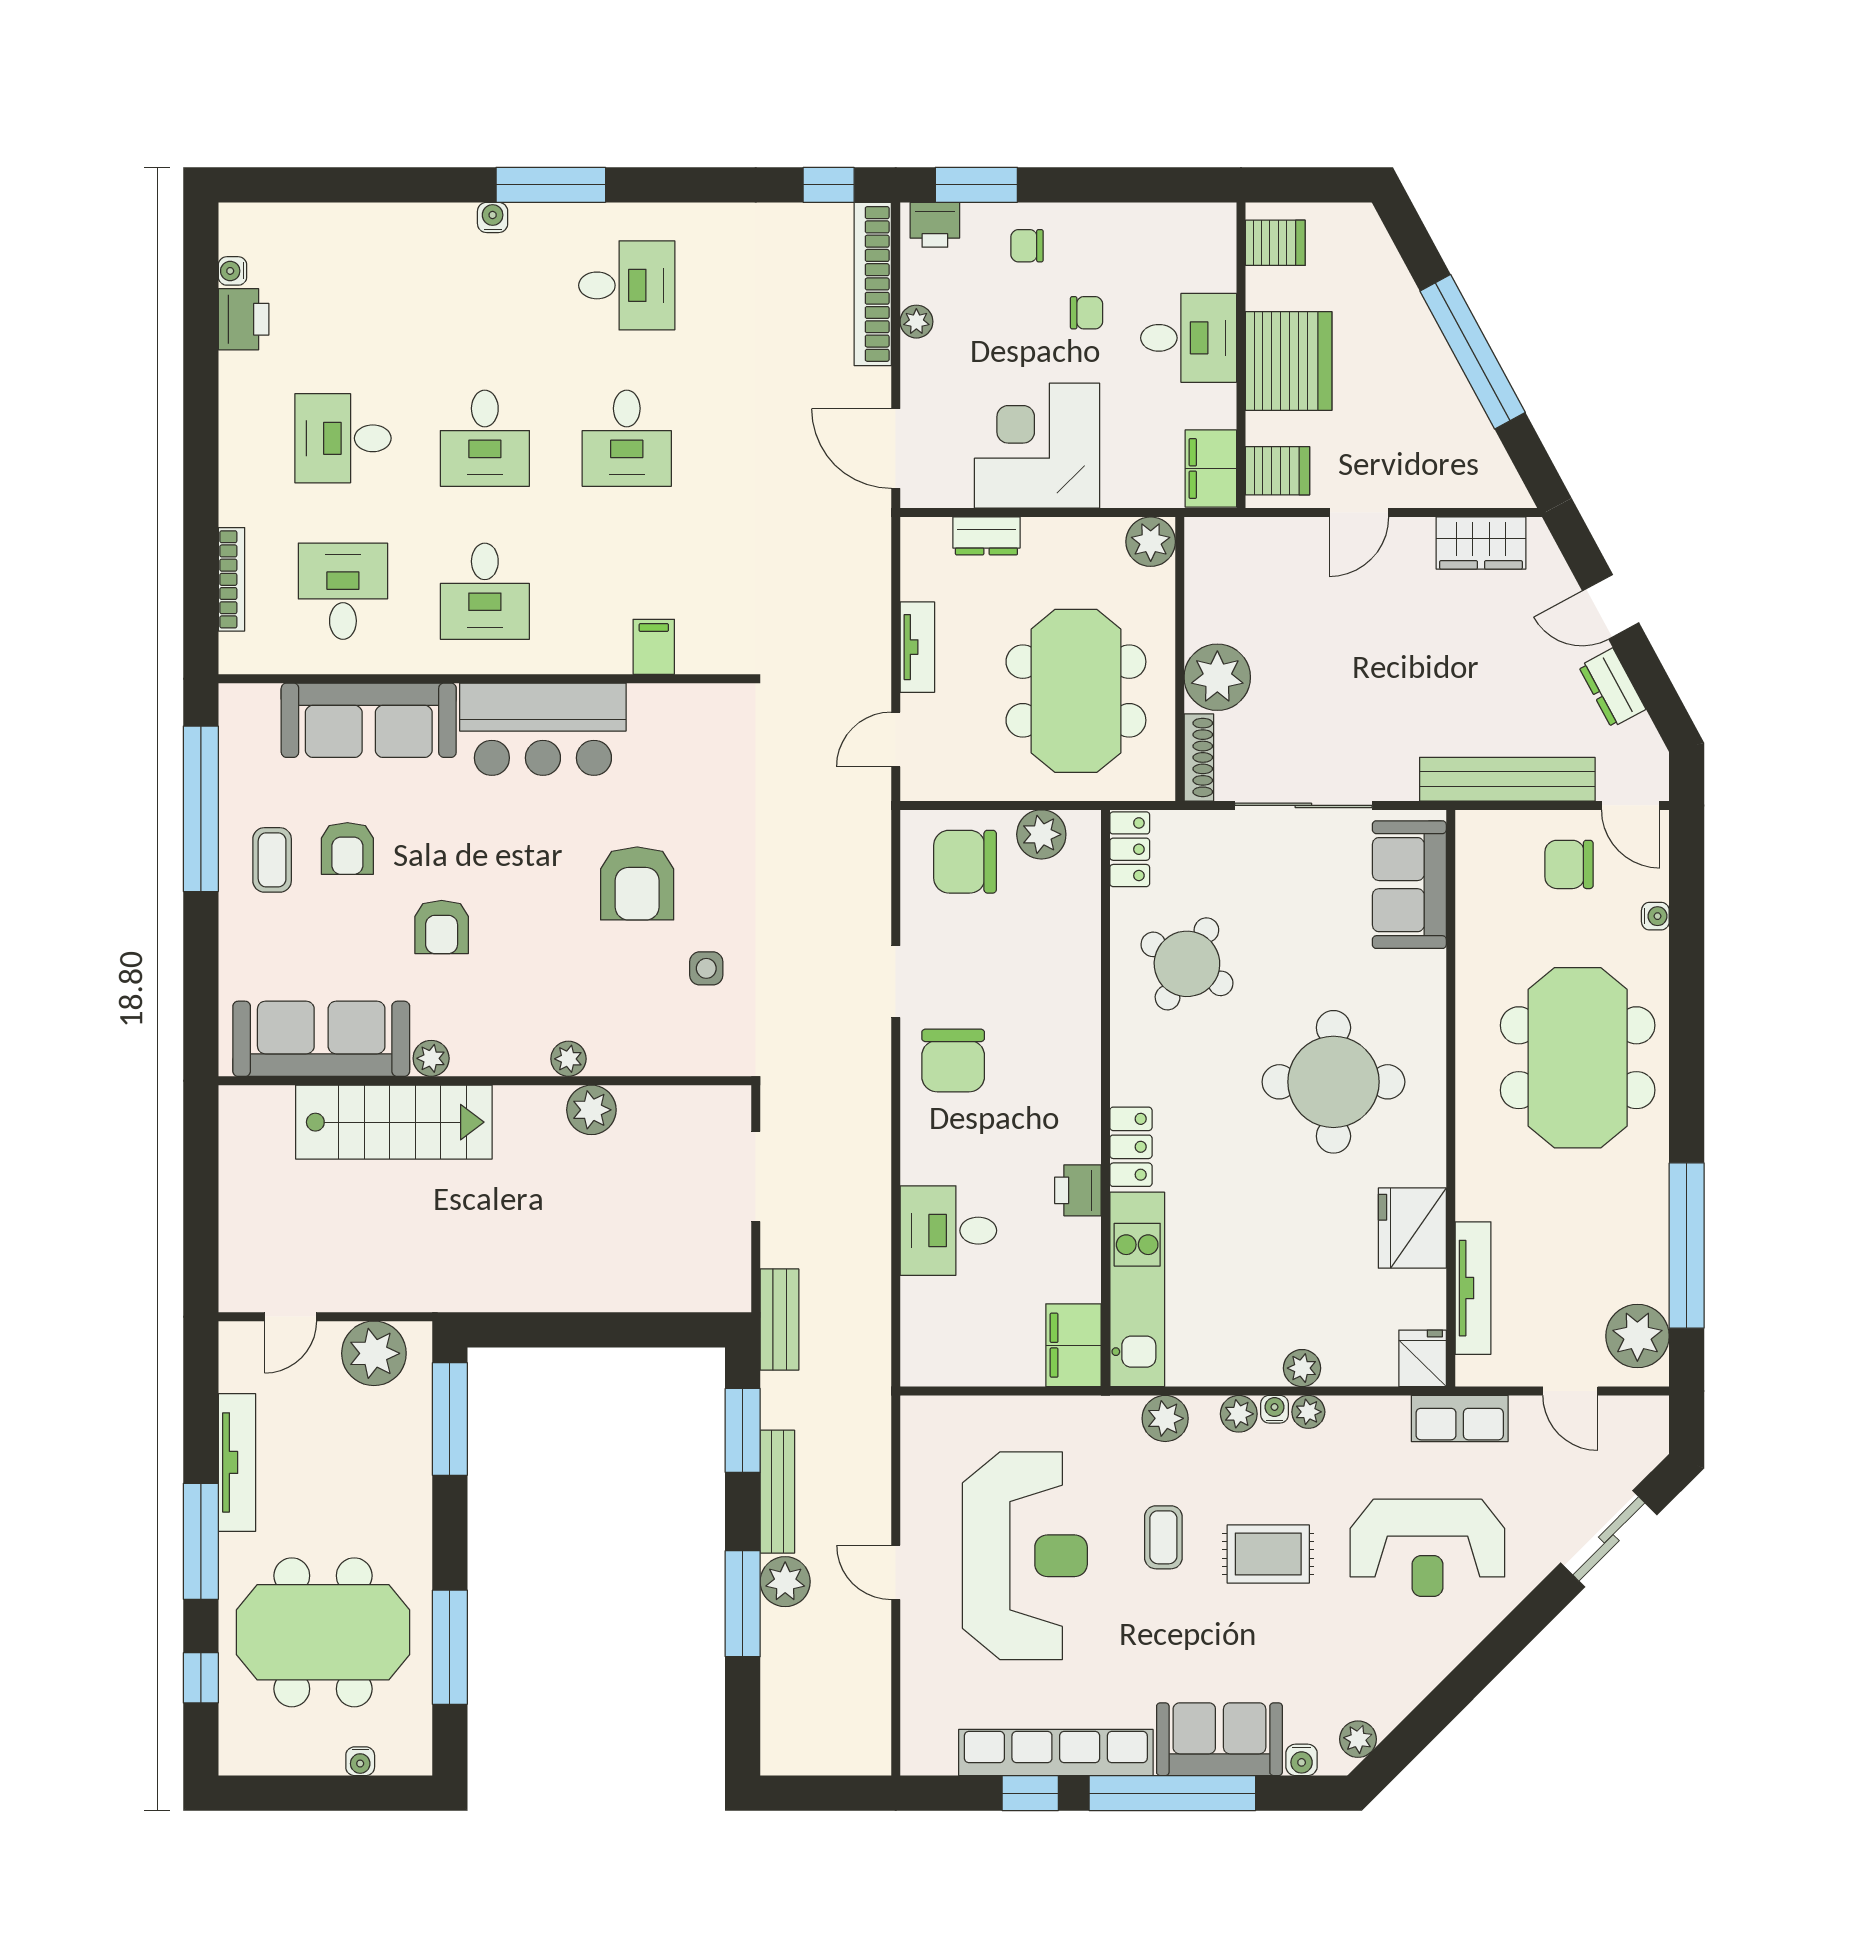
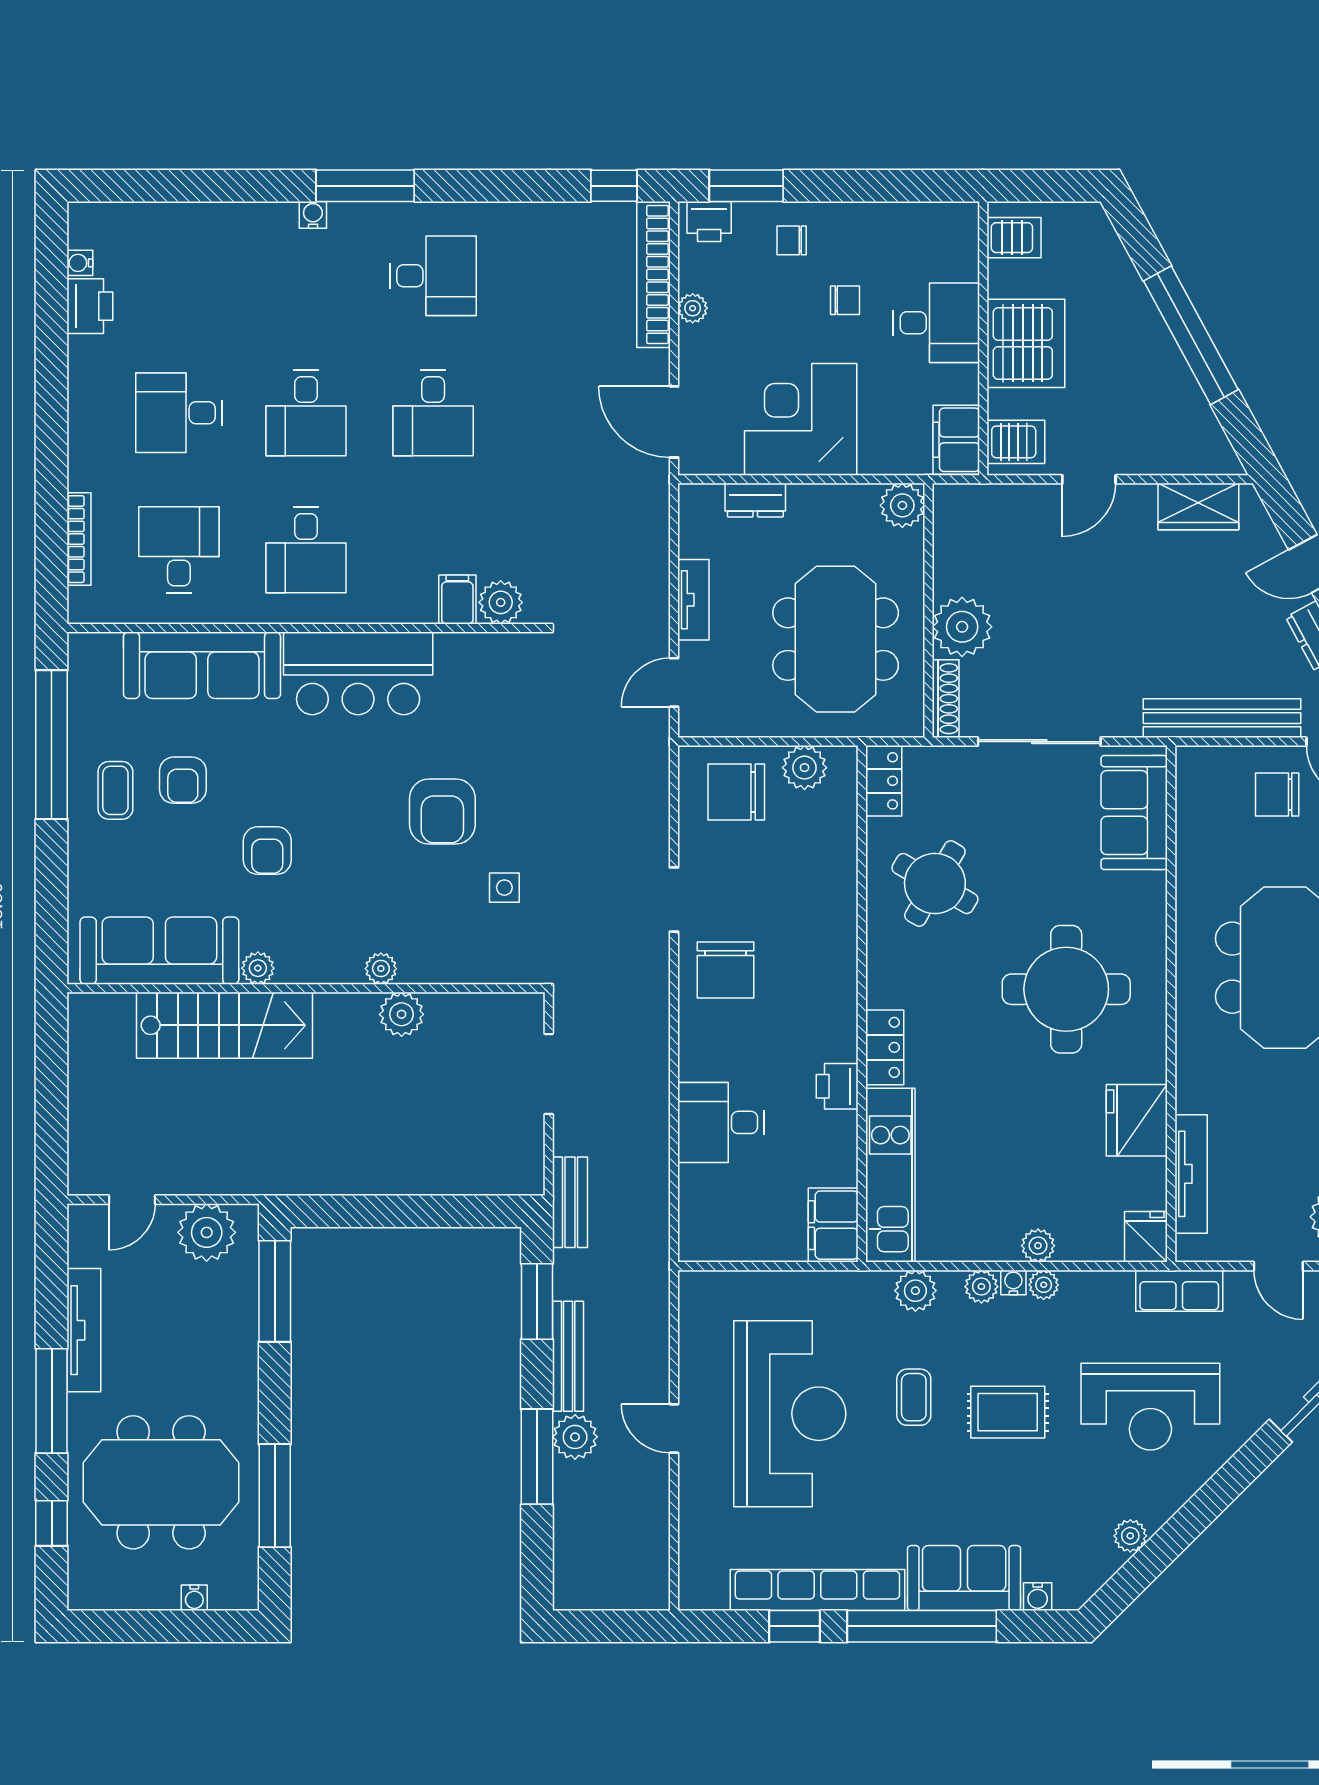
plant: (702, 650) -> (501, 602), added
plant: (1358, 1739) -> (1130, 1536), moved

